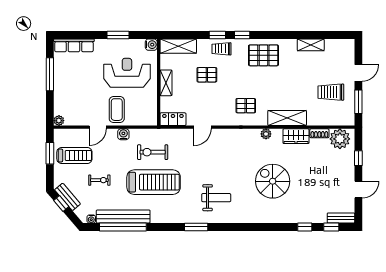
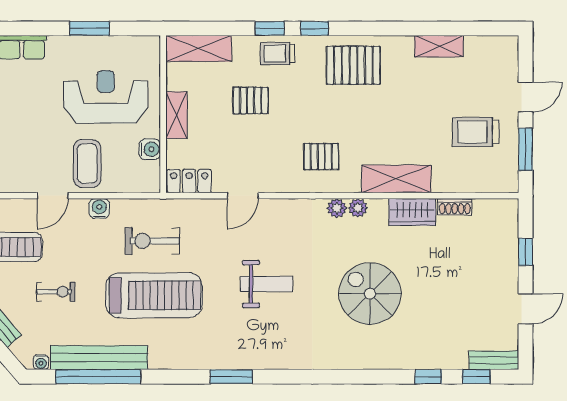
water cooler: (151, 45) -> (150, 149), moved
plant: (340, 139) -> (337, 208), moved, width x0.53, depth x0.53
weight bench: (216, 198) -> (267, 284), moved

